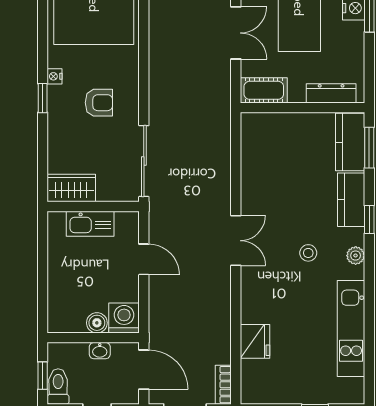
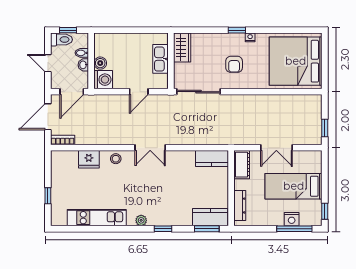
kitchen counter: (351, 200) -> (212, 159), moved, turned 180
stool: (308, 253) -> (116, 159), moved
bidet: (80, 353) -> (82, 53), added

